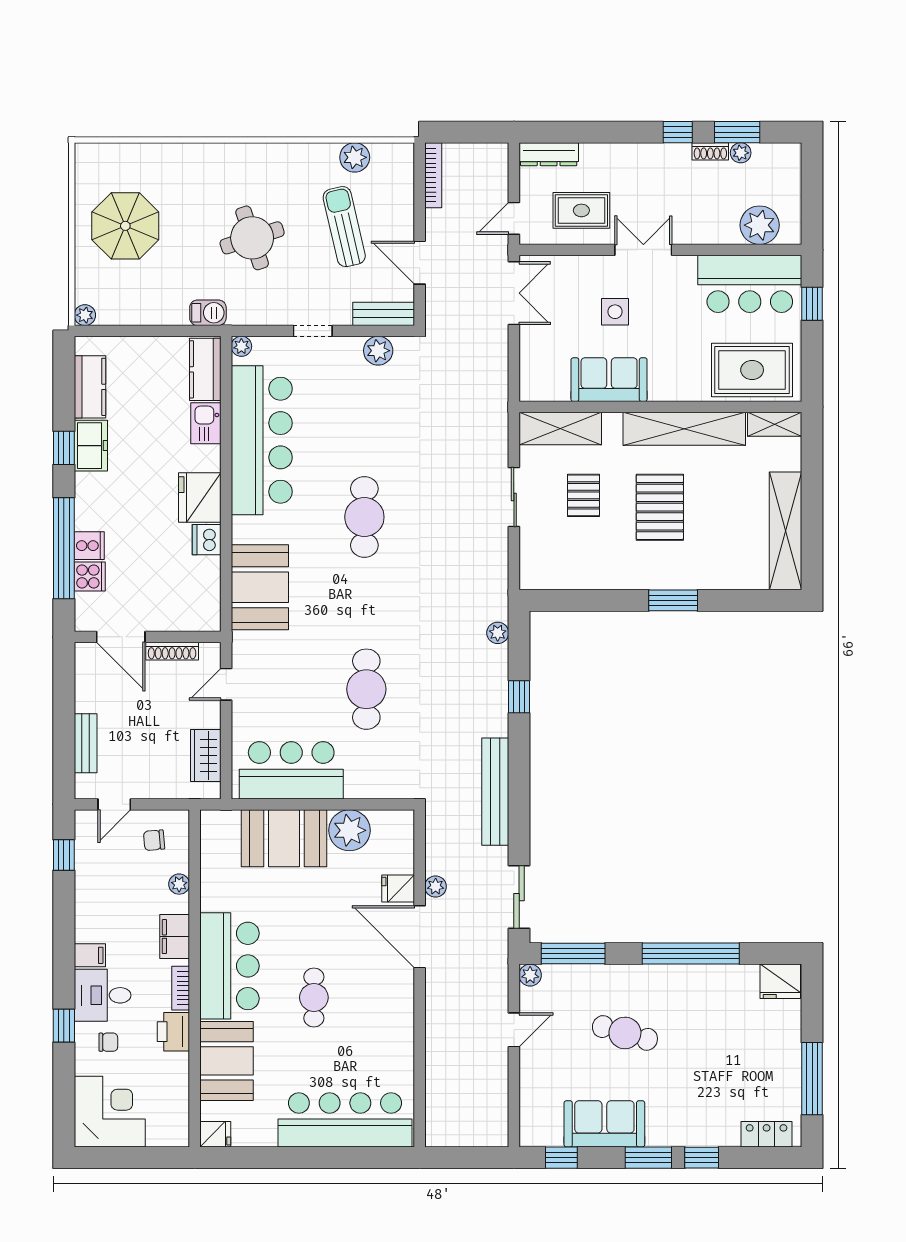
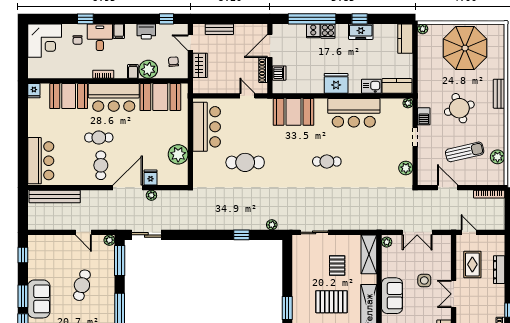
dresser: (549, 154) -> (499, 270), moved
parasol: (125, 226) -> (465, 48), width x1.36, depth x1.36
double door: (643, 250) -> (454, 294), swing flipped
door: (420, 263) -> (448, 188), hinge flipped
double door: (514, 293) -> (417, 232), moved
barbecue: (208, 313) -> (424, 116), moved
bench: (384, 314) -> (499, 94), moved
sofa: (609, 380) -> (392, 296), moved
kitchen counter: (90, 387) -> (405, 39), moved, turned 90
plant: (534, 391) -> (387, 242), added
bar counter: (262, 440) -> (354, 113), width x0.73
pallet: (583, 495) -> (337, 265), turned 90
sliding door: (514, 497) -> (314, 232), moved
cafe table: (364, 517) -> (327, 161), width x0.73, depth x0.74
dishwasher: (207, 540) -> (279, 73), moved, turned 90
cooker: (90, 576) -> (328, 31), moved
wardrobe: (206, 755) -> (200, 65), moved, turned 90
bench: (495, 792) -> (55, 197), moved
booth: (284, 838) -> (160, 97), moved, turned 90
plant: (179, 884) -> (148, 69), width x1.88, depth x1.88
filing cabinet: (175, 937) -> (133, 71), width x0.50
cafe table: (372, 993) -> (101, 165), added
printer: (173, 1032) -> (146, 31), moved, turned 180
bar counter: (345, 1120) -> (41, 161), width x0.73
sofa: (604, 1124) -> (39, 299), moved

